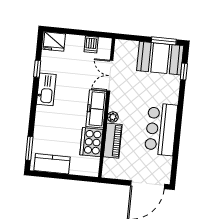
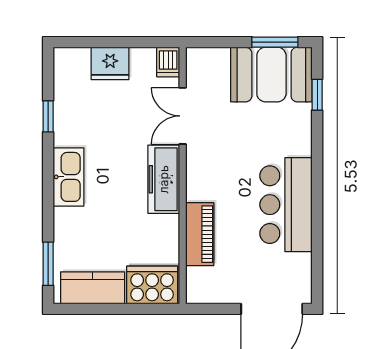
fridge: (54, 42) -> (110, 63), moved
dishwasher: (91, 44) -> (168, 62), moved
kitchen sink: (46, 89) -> (69, 177), moved
plant: (113, 117) -> (195, 191), removed
cooker: (91, 142) -> (152, 285), moved, turned 90

